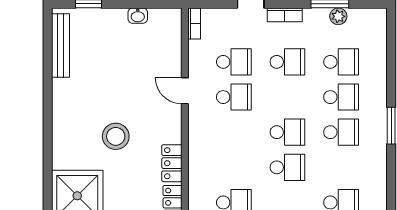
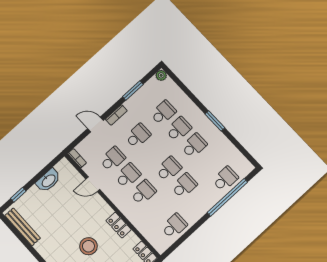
washbasin: (138, 16) -> (48, 181), width x1.91, depth x1.45
plant: (338, 16) -> (161, 75), moved
door: (185, 91) -> (93, 184), moved
school desk: (234, 132) -> (143, 192), added
locker: (172, 163) -> (119, 225), moved

